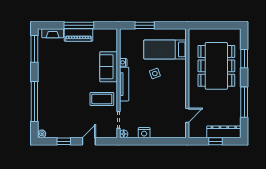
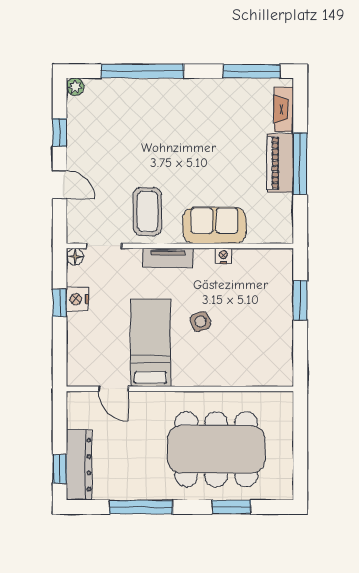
bed: (165, 49) -> (151, 343), moved
tv unit: (124, 84) -> (168, 258), width x0.71
window: (146, 141) -> (60, 303), added
window: (215, 141) -> (60, 469), moved

